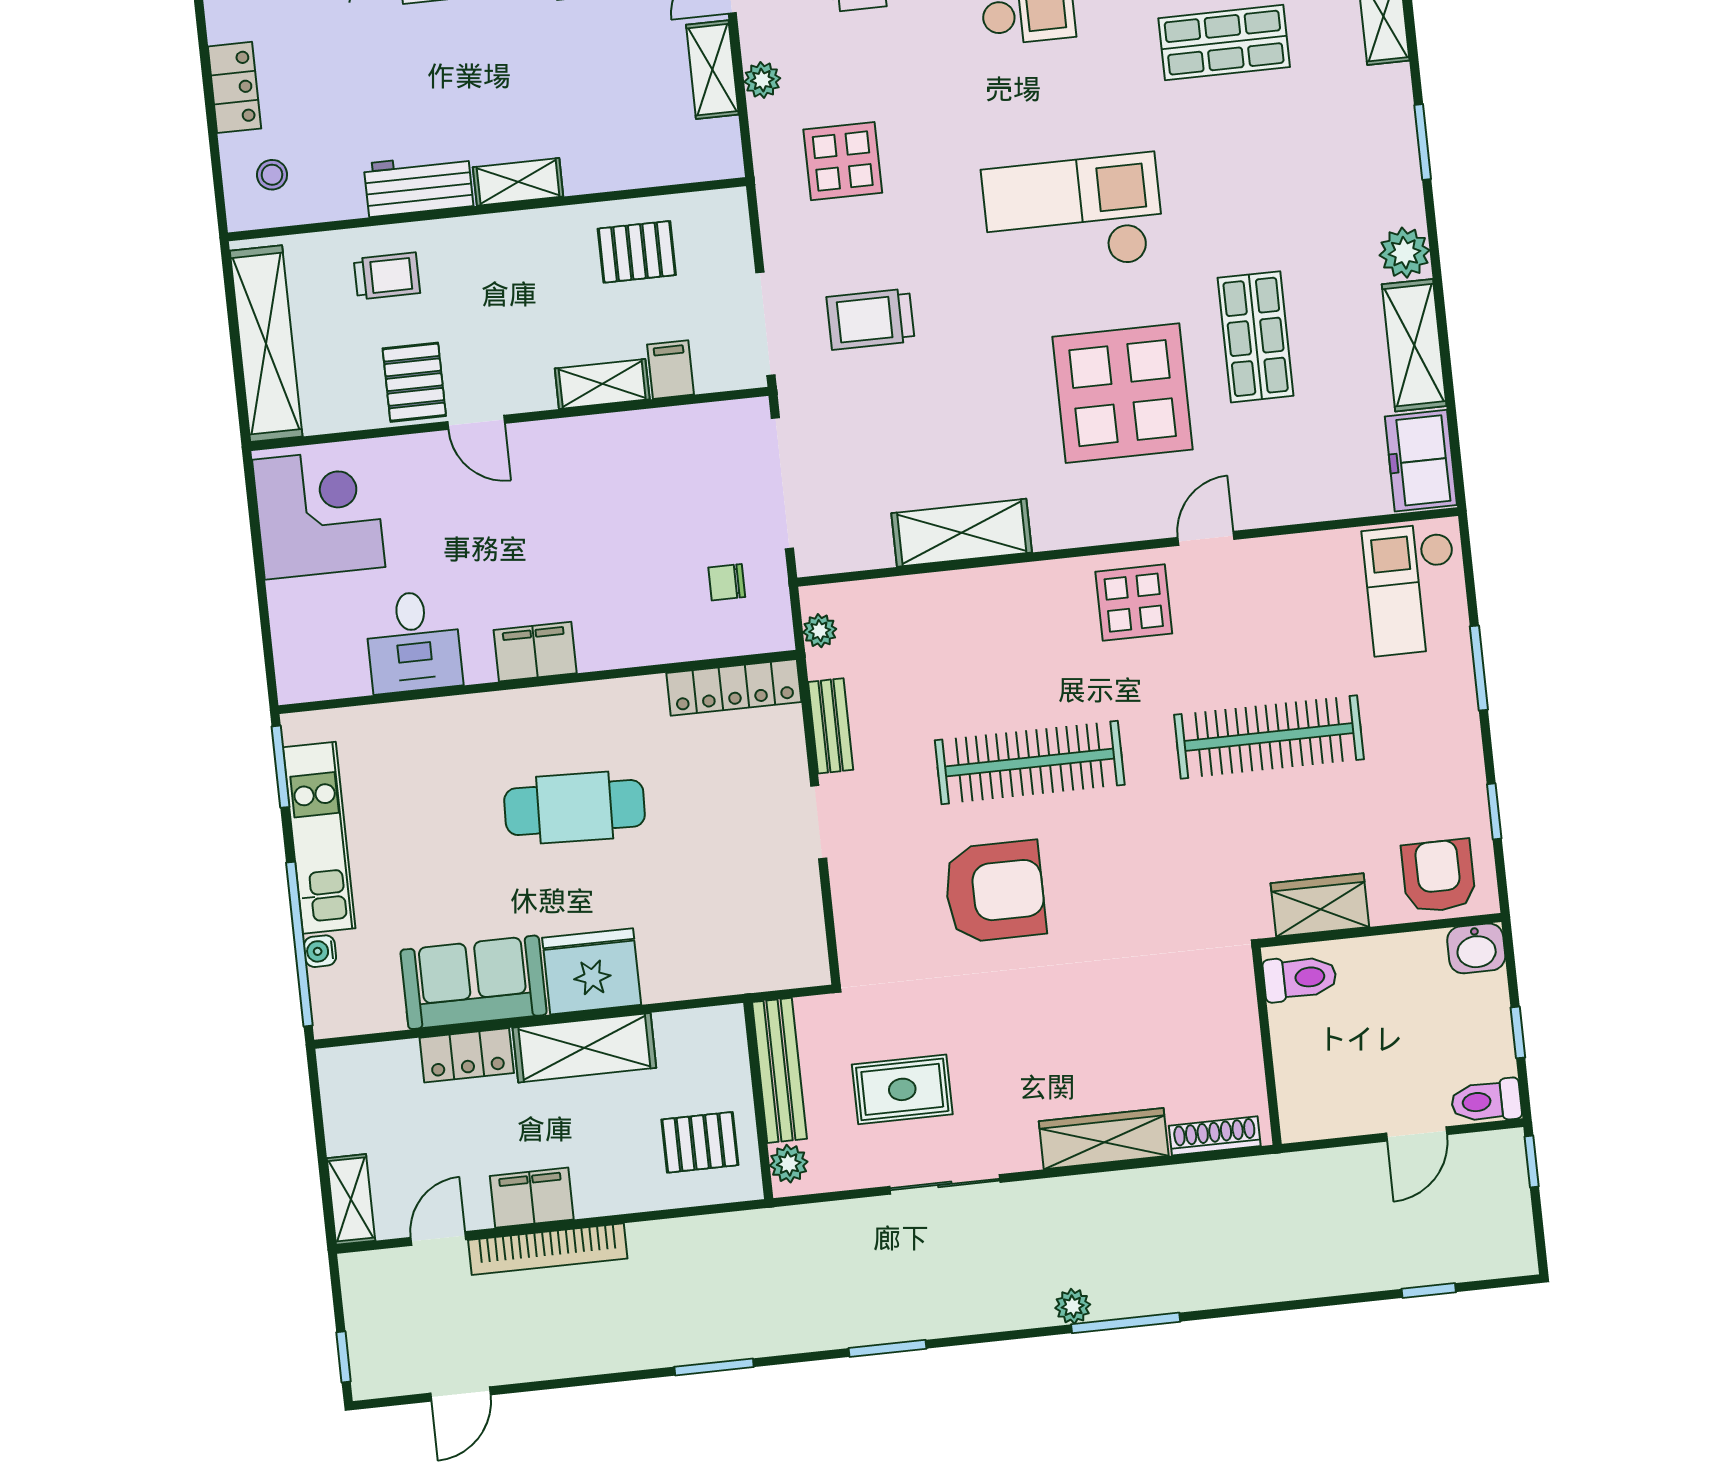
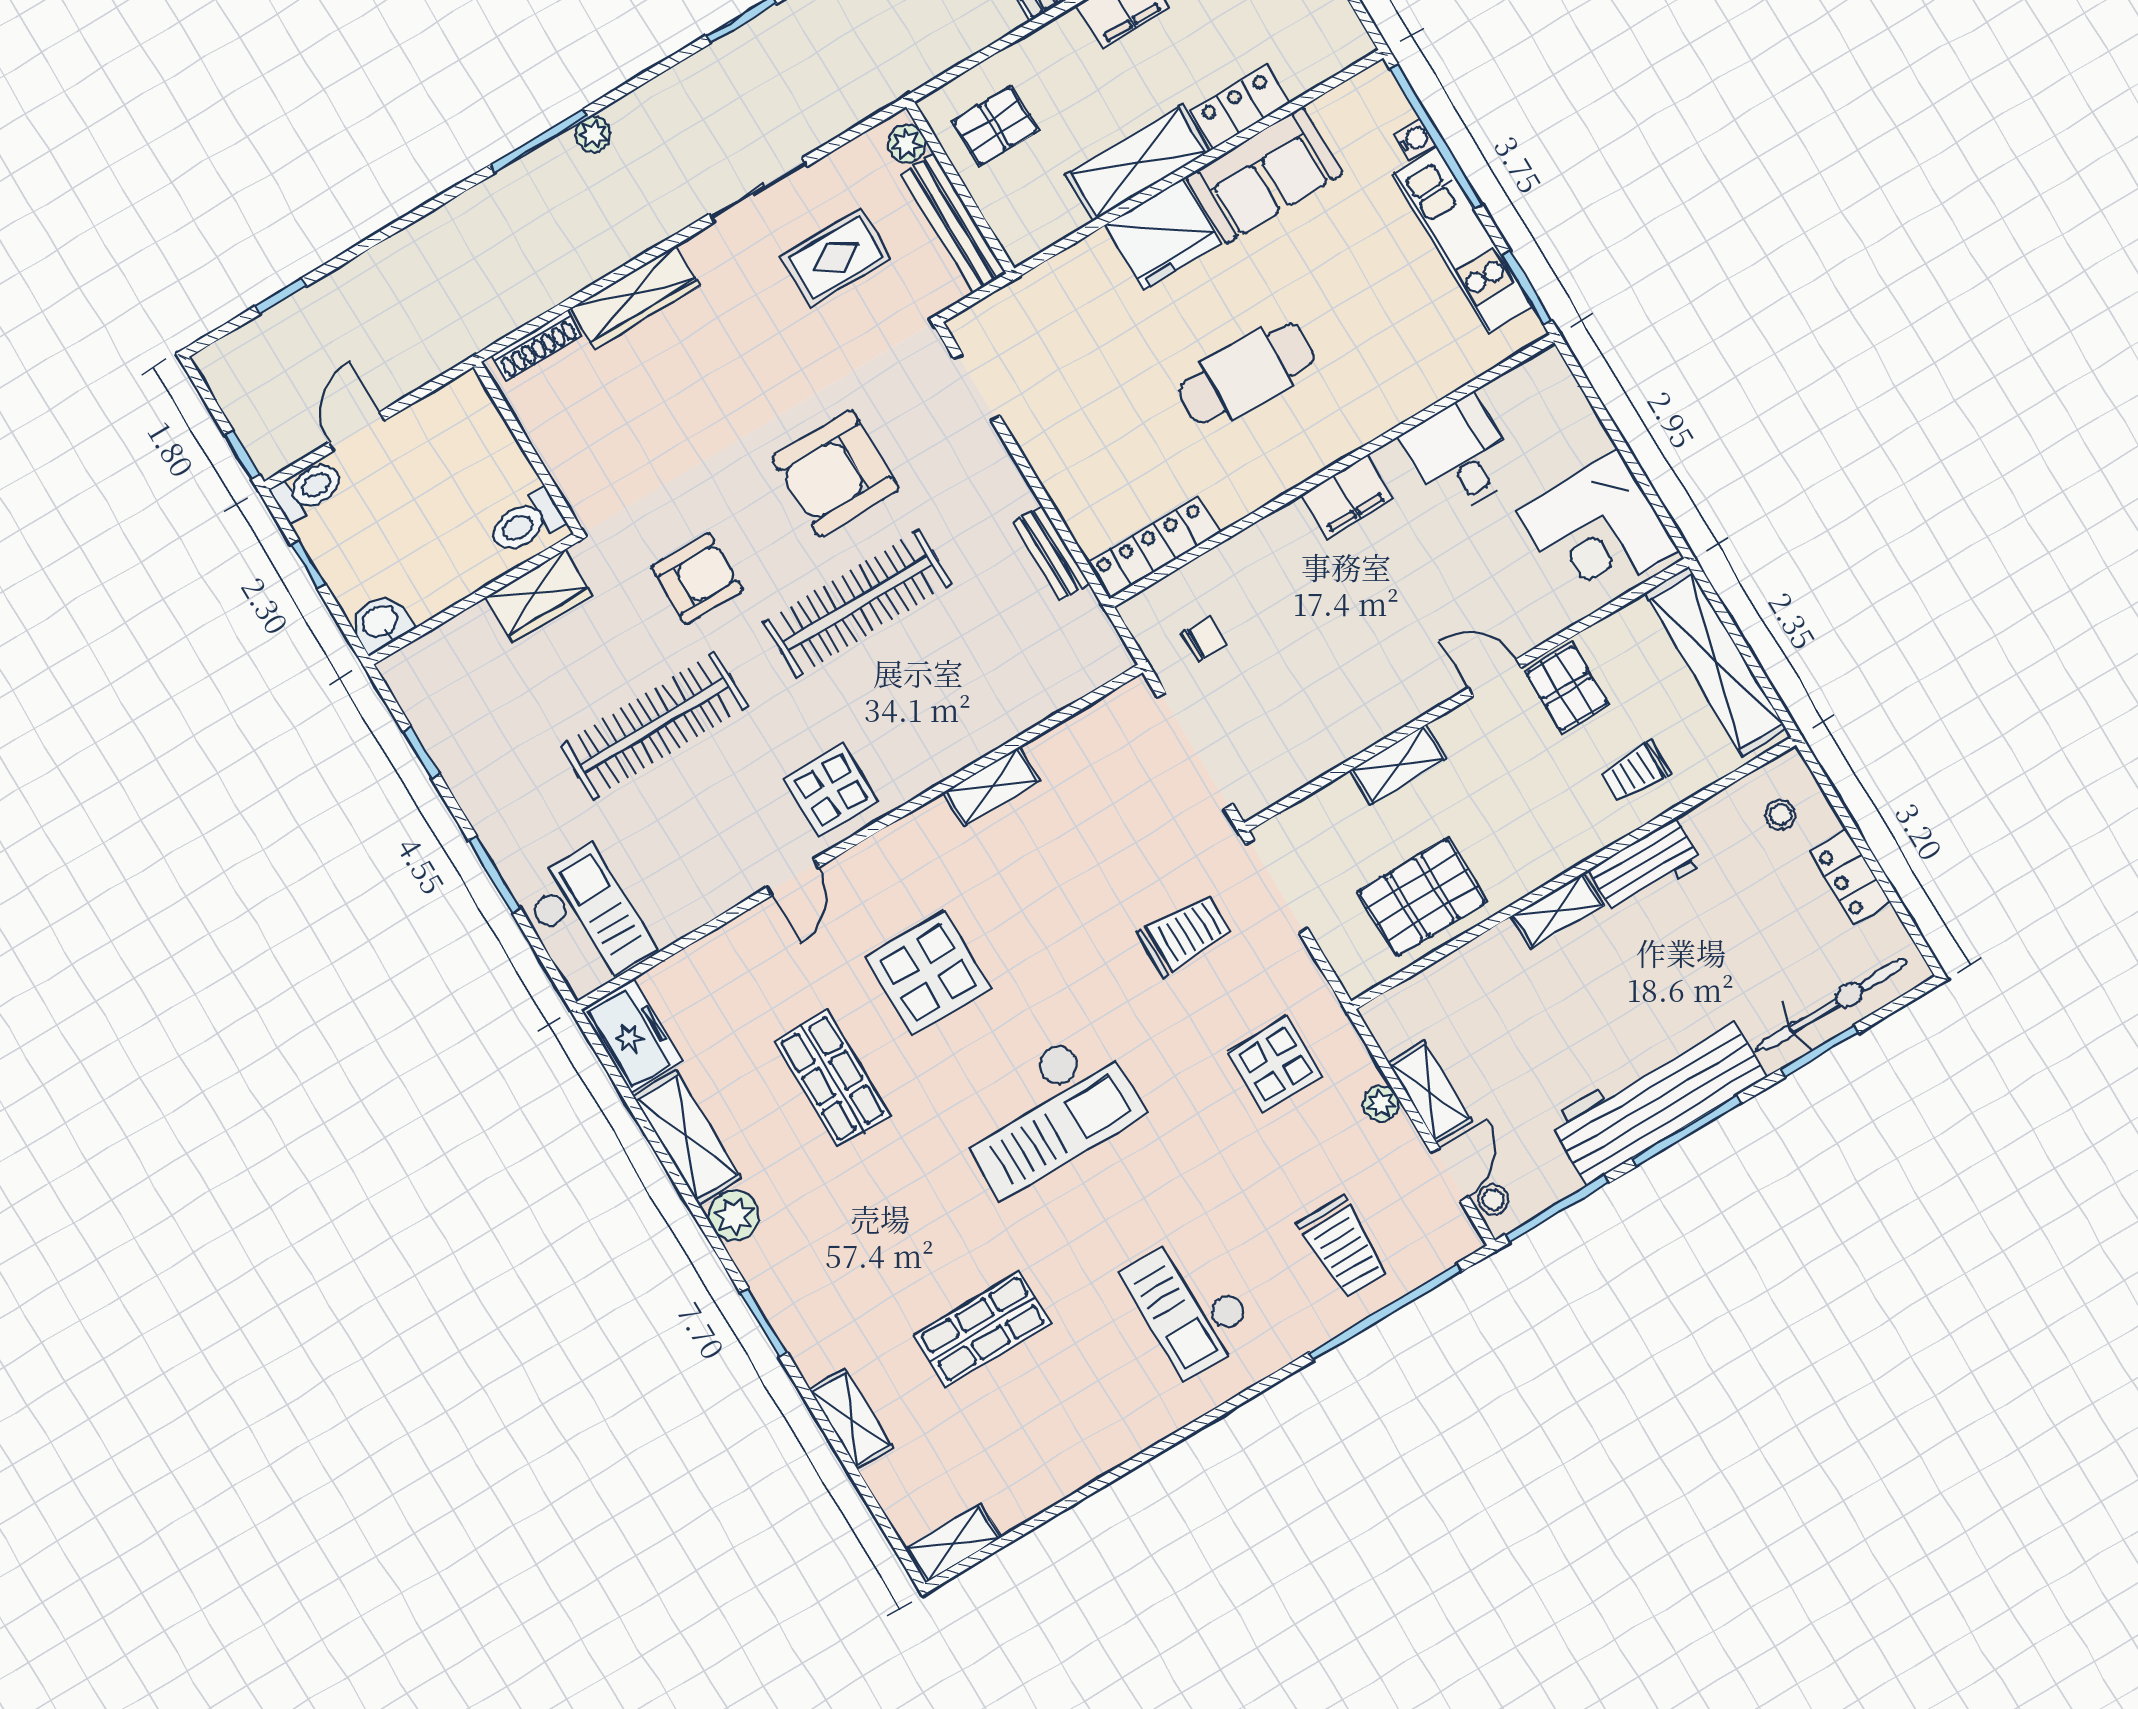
pallet: (637, 252) -> (1422, 897), width x1.50, depth x1.42
filing cabinet: (671, 370) -> (1343, 806), removed
display table: (1123, 393) -> (928, 973), width x0.73, depth x0.73
shelving: (962, 533) -> (991, 787), width x0.67, depth x0.75
plant: (820, 631) -> (1101, 634), removed
doorway: (819, 822) -> (977, 387), moved
armchair: (1439, 876) -> (697, 579), moved, turned -90

